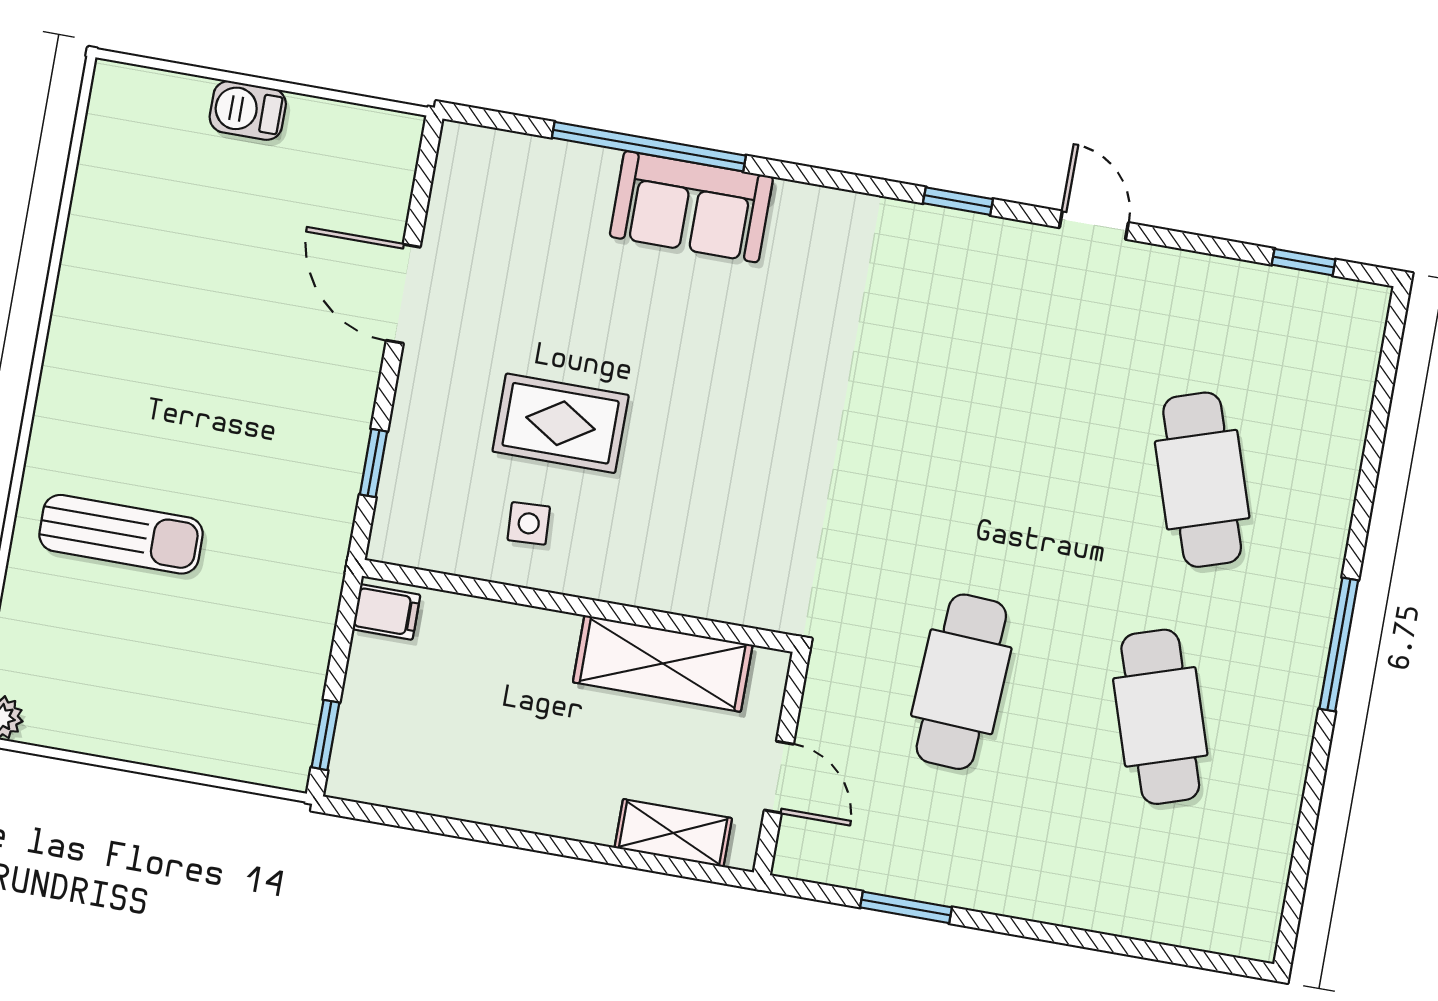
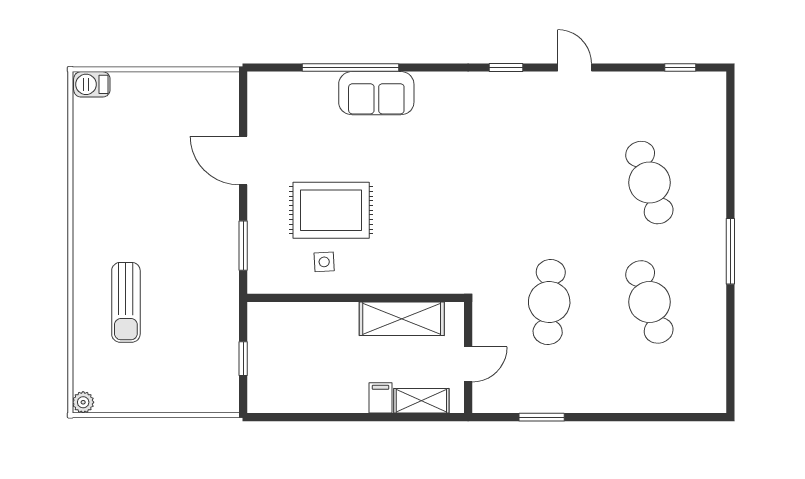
barbecue: (248, 110) -> (92, 84), moved
rug: (561, 423) -> (331, 210), width x1.36, depth x1.43
window: (373, 463) -> (243, 246), width x1.50
sun lounger: (121, 534) -> (126, 302), turned 90
filing cabinet: (386, 612) -> (380, 398), moved, turned -90
window: (326, 735) -> (243, 359), moved
door: (779, 777) -> (468, 364), hinge flipped

